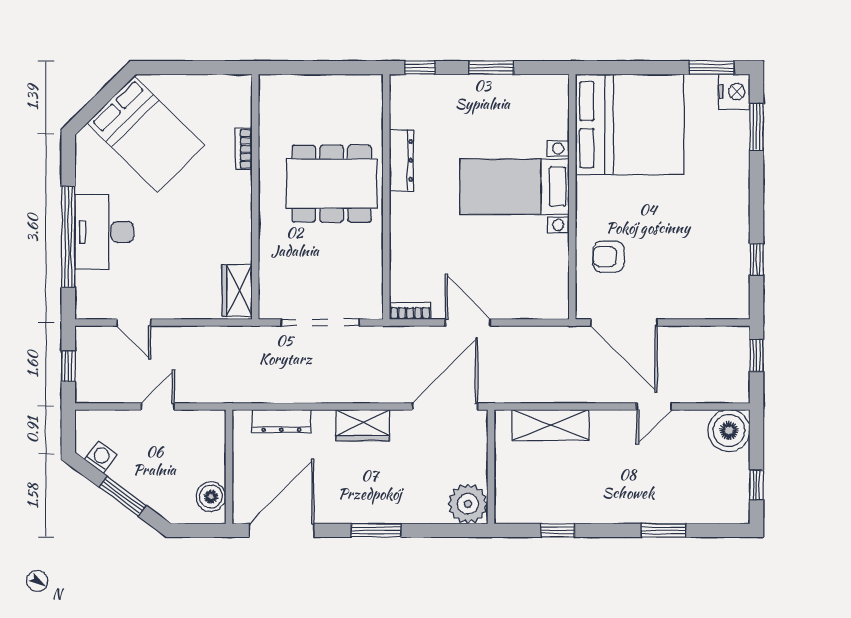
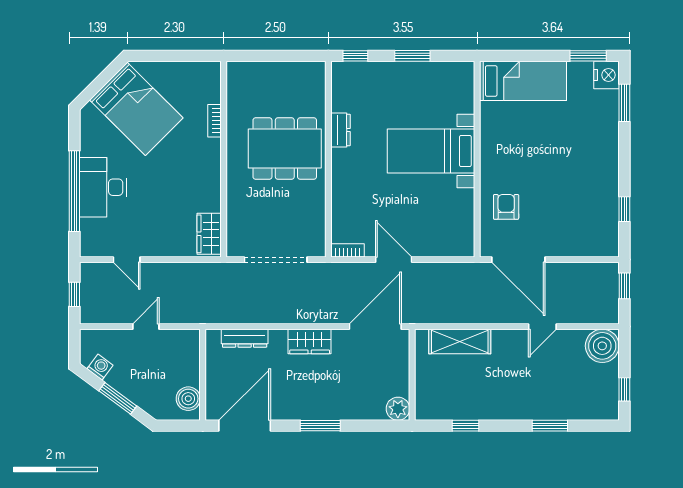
bed: (630, 125) -> (523, 81), width x0.49
dresser: (401, 160) -> (341, 130), width x0.70
armchair: (609, 257) -> (506, 207), turned 90
plant: (468, 504) -> (398, 409), width x0.73, depth x0.73

